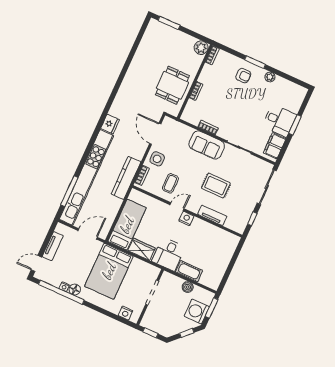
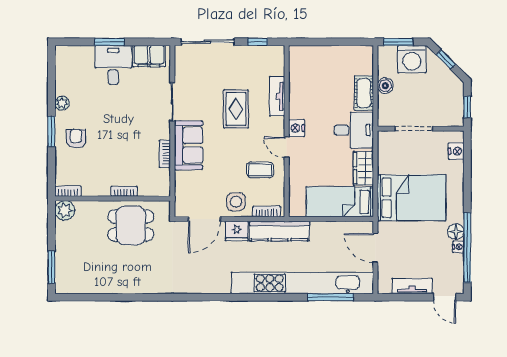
fridge: (110, 124) -> (237, 231), moved, turned 180

